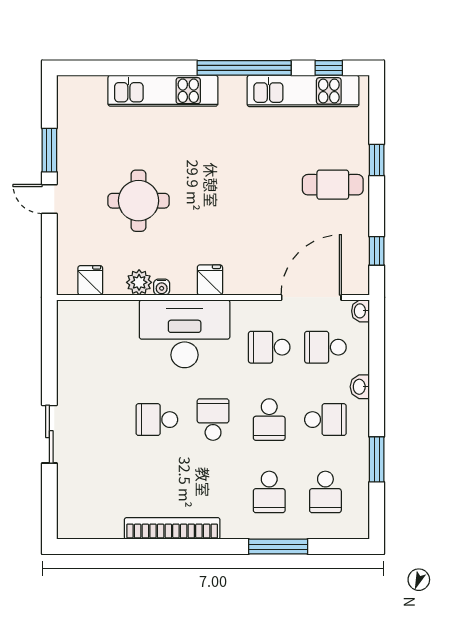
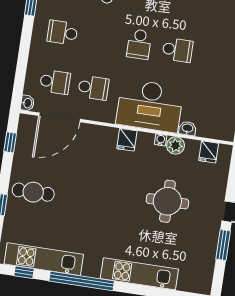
washbasin: (360, 387) -> (188, 128), moved, turned -90
school desk: (269, 420) -> (101, 38), removed

